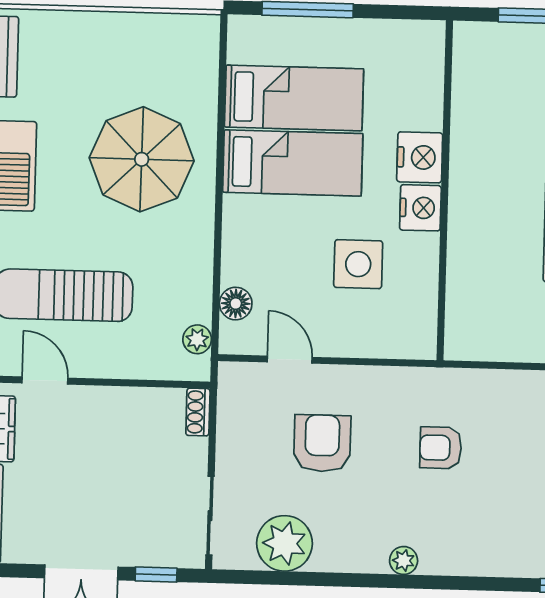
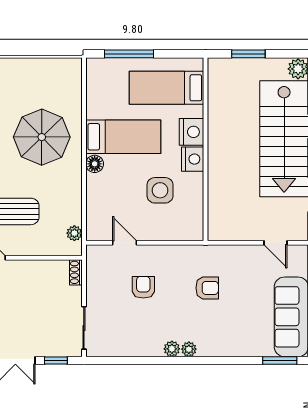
bed: (294, 98) -> (167, 88), moved, turned 180
floor lamp: (236, 304) -> (95, 164), moved
armchair: (322, 443) -> (143, 287), width x0.72, depth x0.72
armchair: (441, 448) -> (207, 288), turned 180
plant: (285, 543) -> (172, 349), moved, width x0.53, depth x0.53

